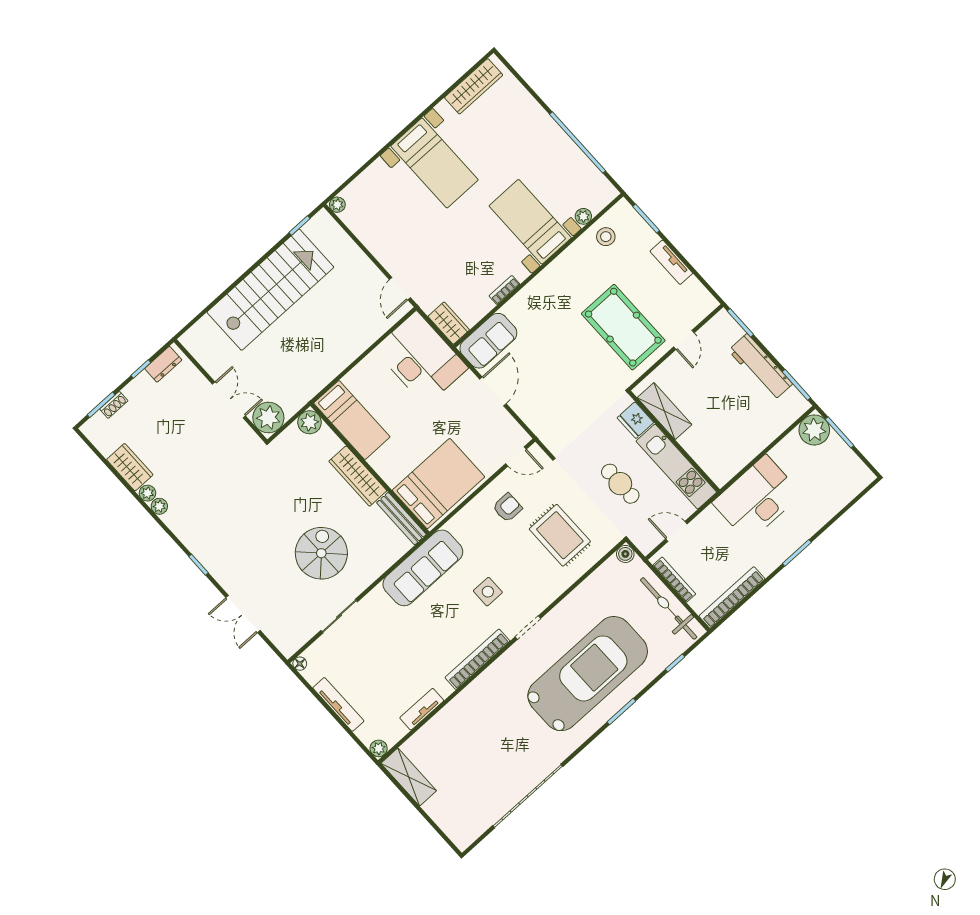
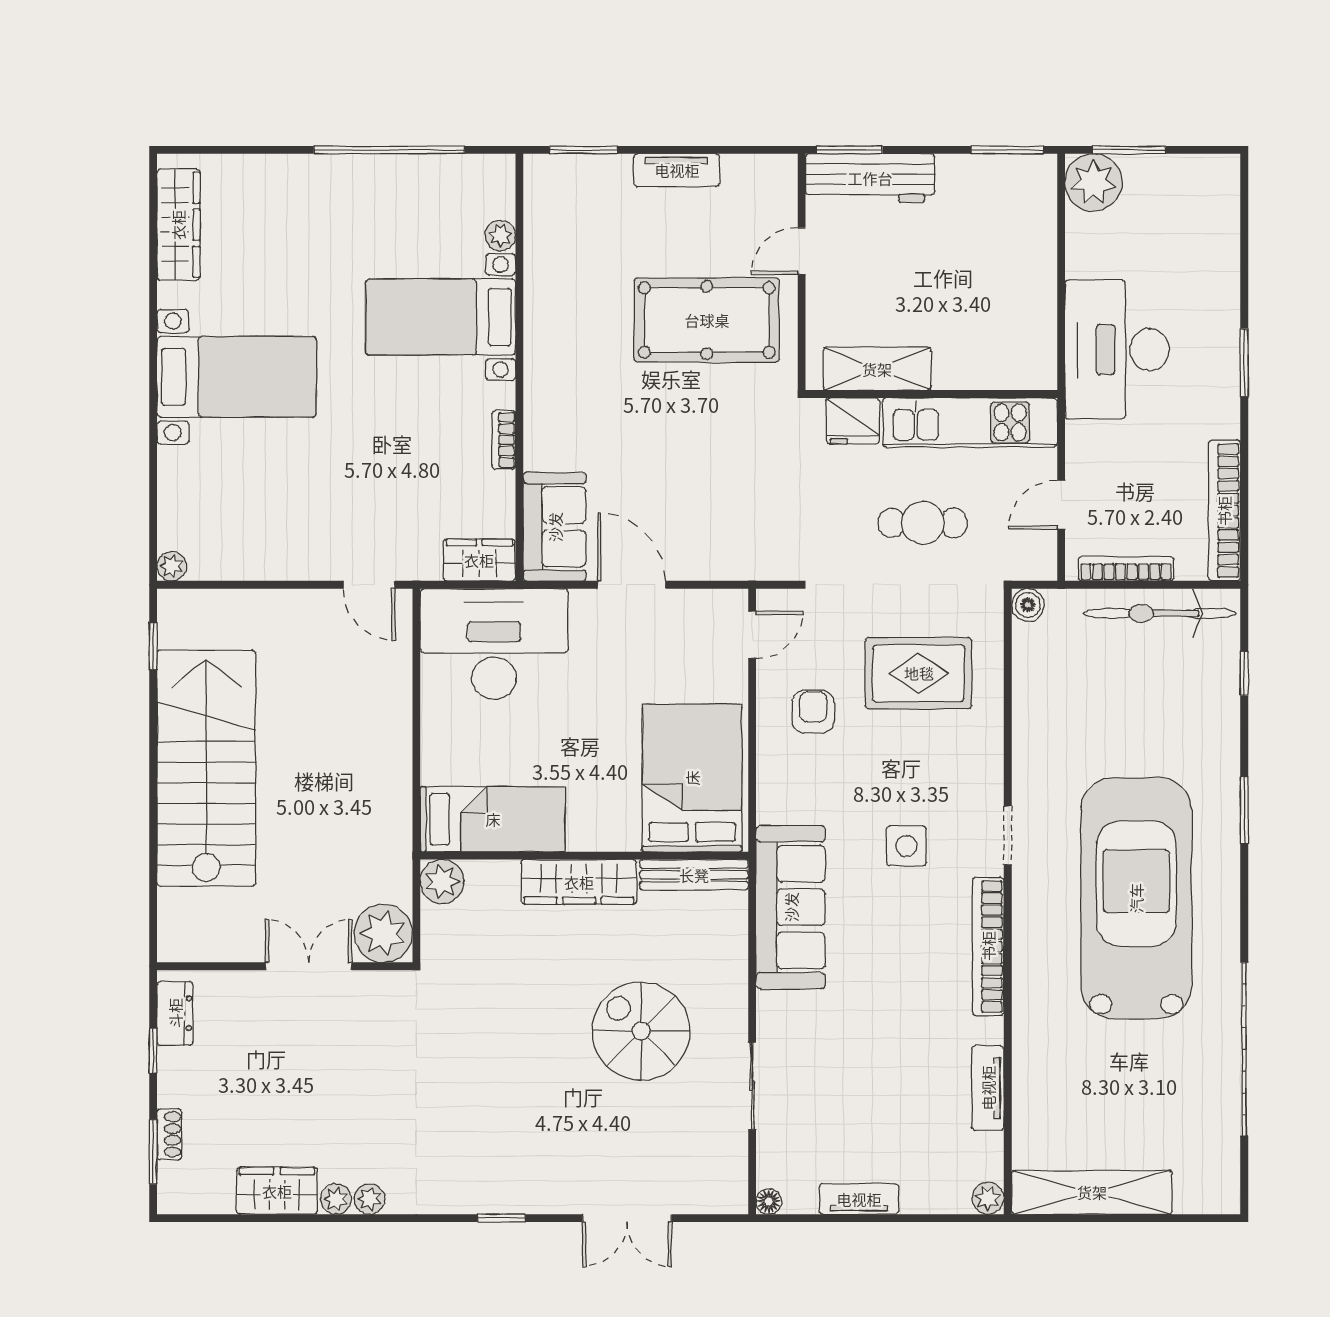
stool: (606, 237) -> (557, 230), removed
door: (684, 340) -> (802, 251), swing flipped
workbench: (760, 367) -> (870, 178), moved
car: (588, 674) -> (1136, 898), moved
tv unit: (338, 704) -> (859, 1199), width x0.71
shelving: (409, 777) -> (1092, 1192), width x1.47

